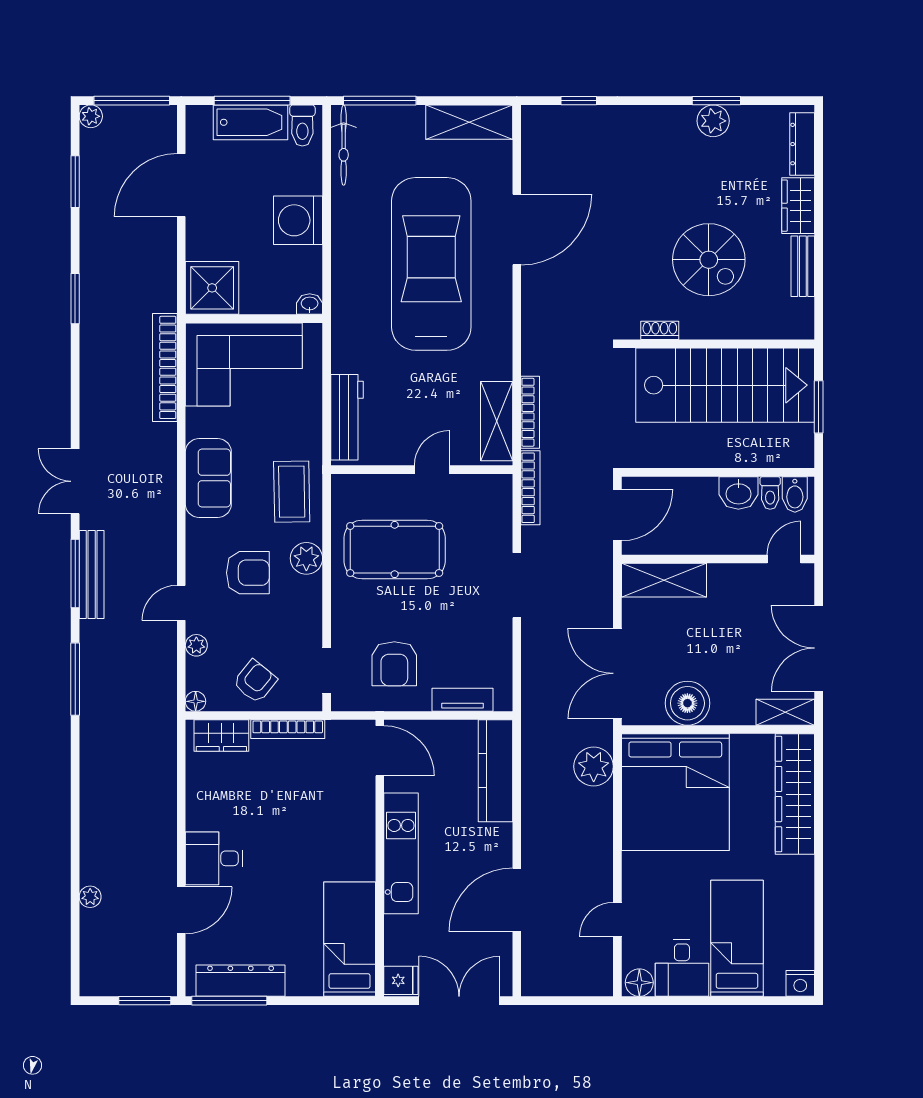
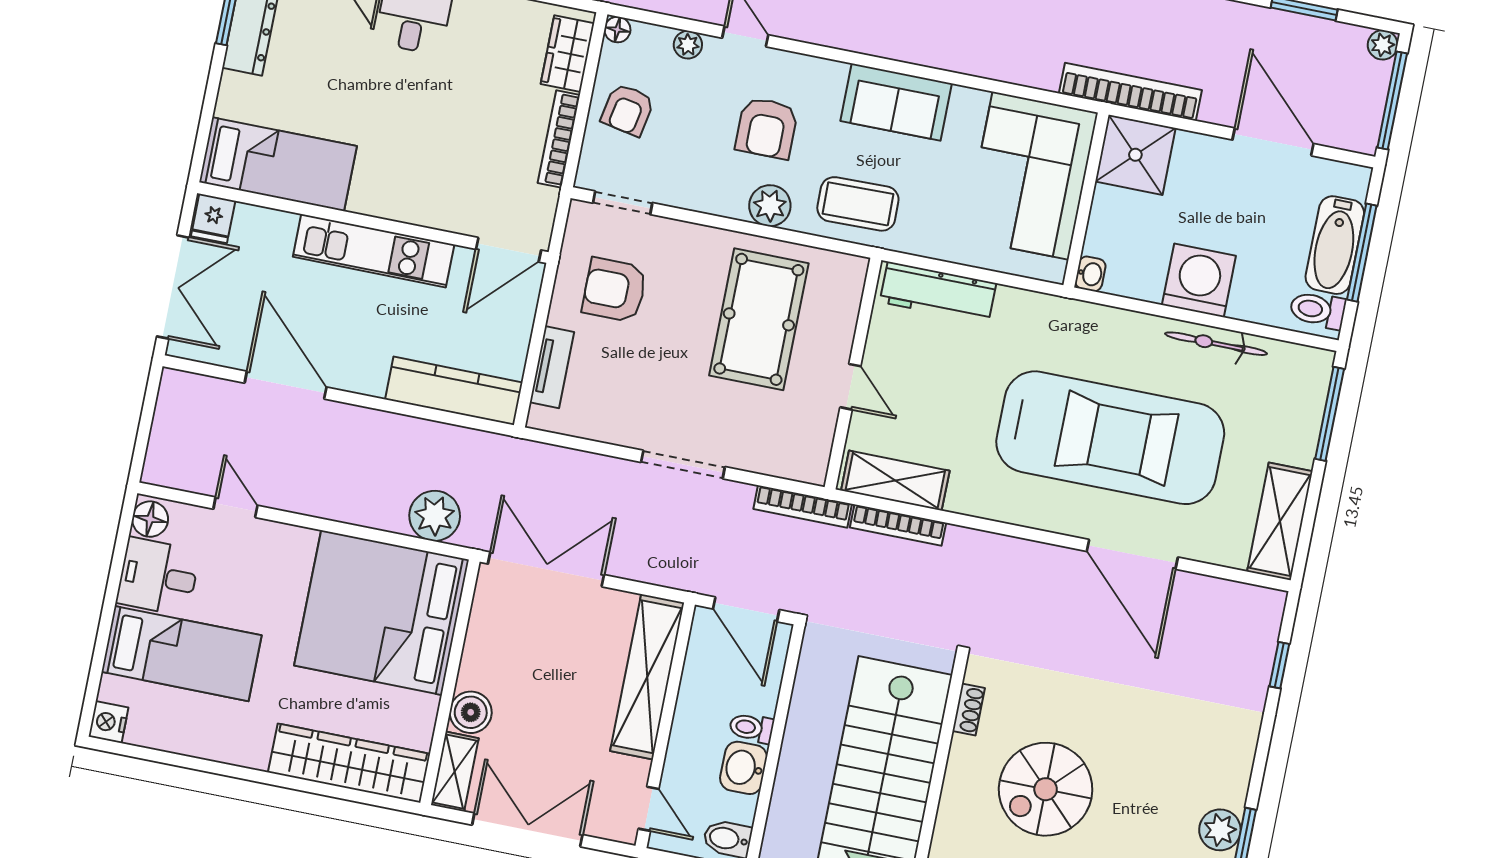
bicycle: (344, 145) -> (1216, 344), moved
bookcase: (165, 367) -> (1130, 92), moved
toilet: (770, 493) -> (751, 728), moved
shelving: (664, 580) -> (647, 677), width x1.47
armchair: (255, 681) -> (628, 110), turned 62
boiler: (687, 703) -> (471, 712), moved, width x0.73, depth x0.73

